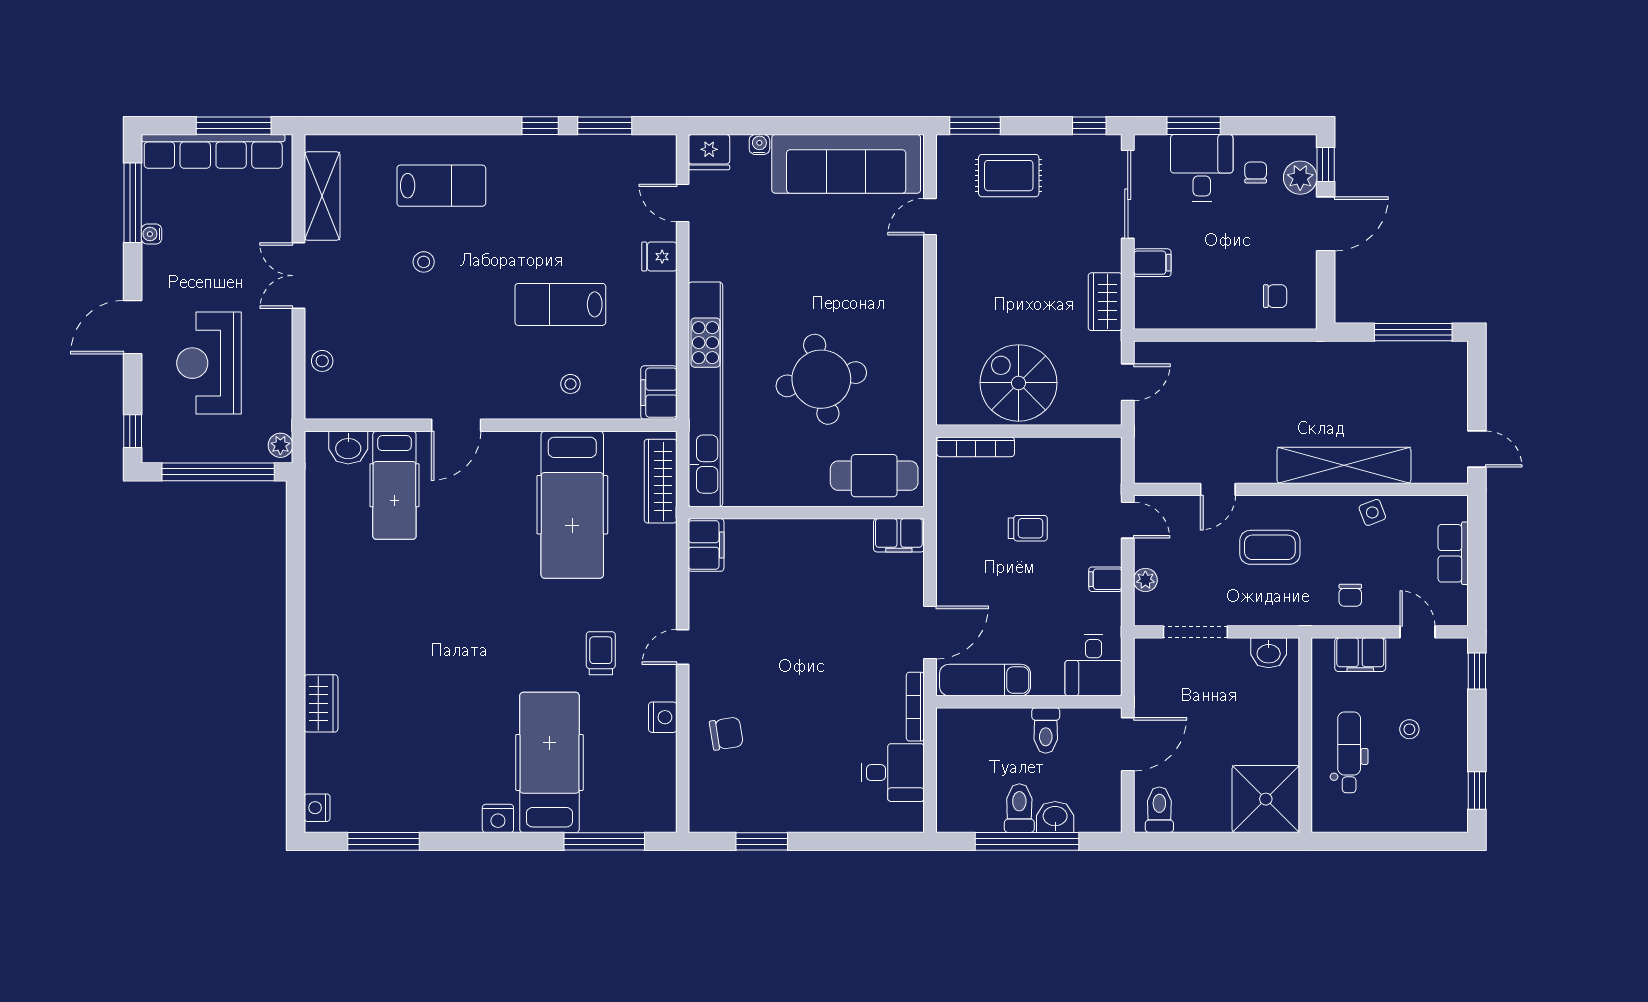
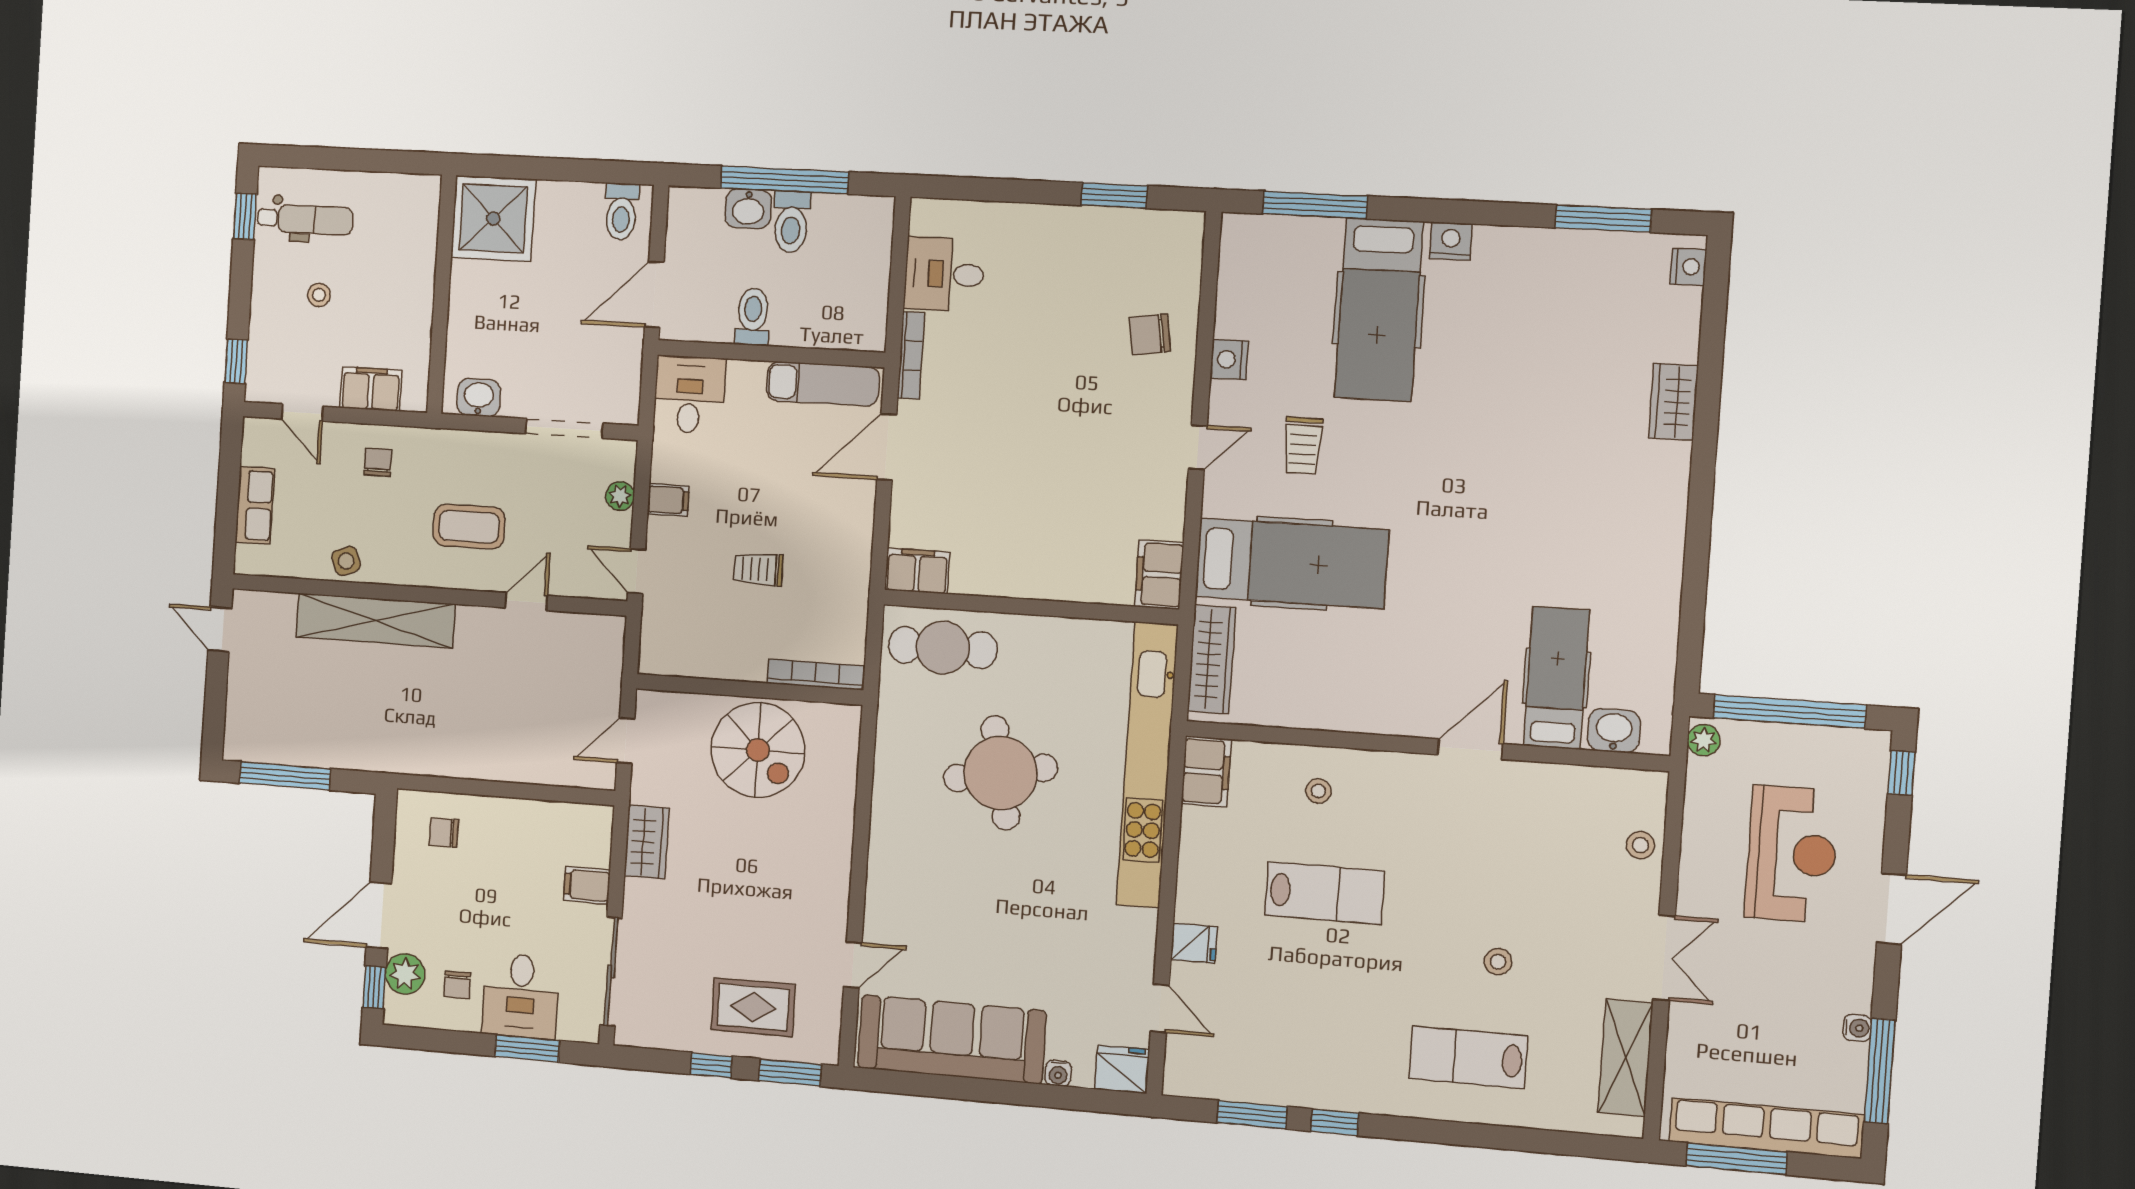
window: (1089, 126) -> (711, 1065), moved
hospital bed: (572, 505) -> (1292, 563), moved, turned 90
dental chair: (1349, 752) -> (305, 219), moved, turned -90

